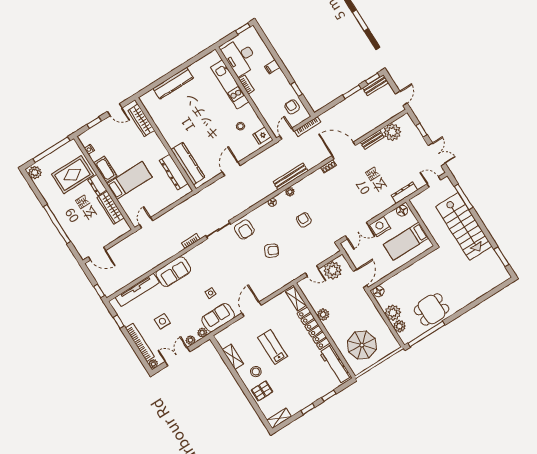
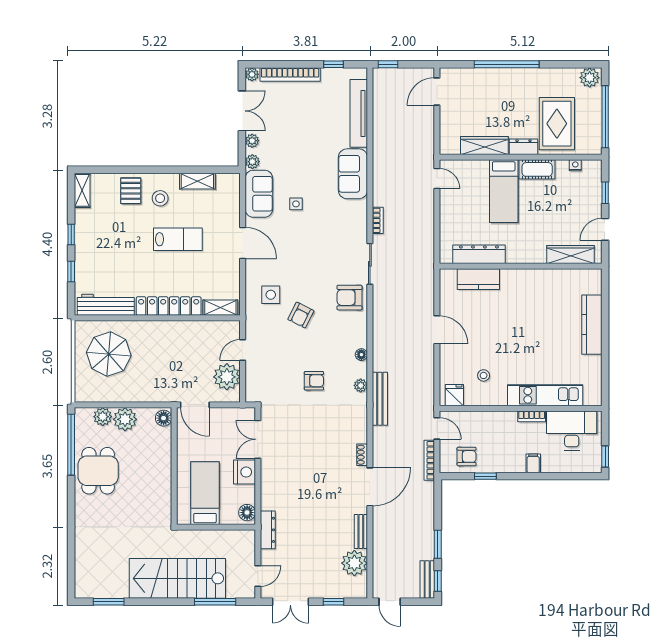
kitchen counter: (188, 163) -> (478, 279), width x0.67
plant: (323, 315) -> (178, 329), removed
side table: (162, 321) -> (271, 295), moved

